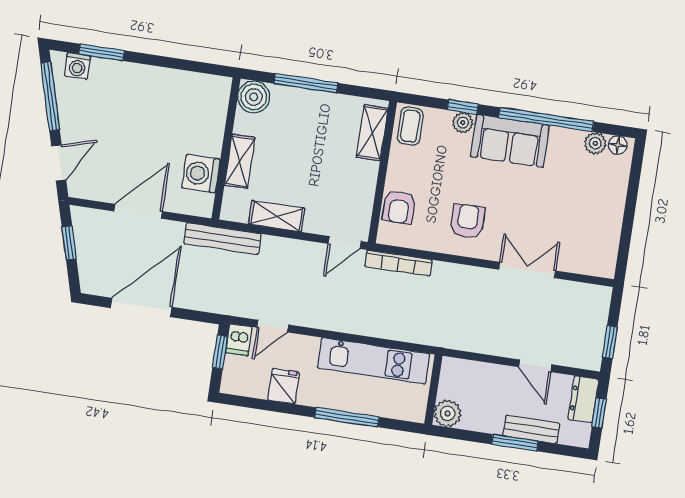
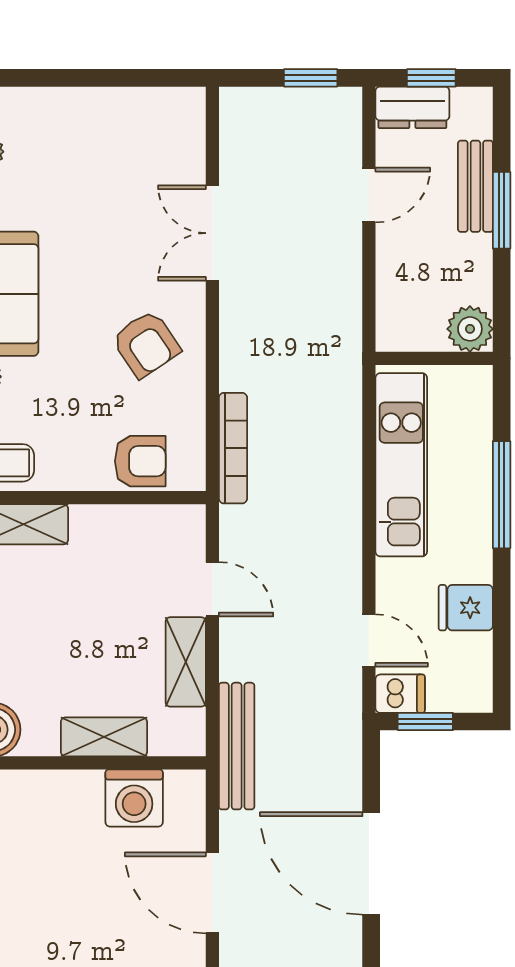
armchair: (468, 221) -> (146, 344), turned -124
door: (345, 243) -> (212, 589), moved

